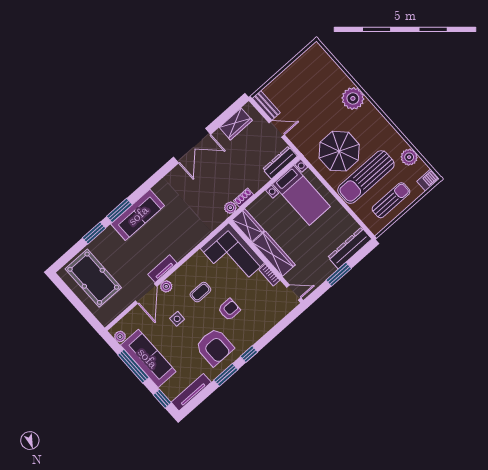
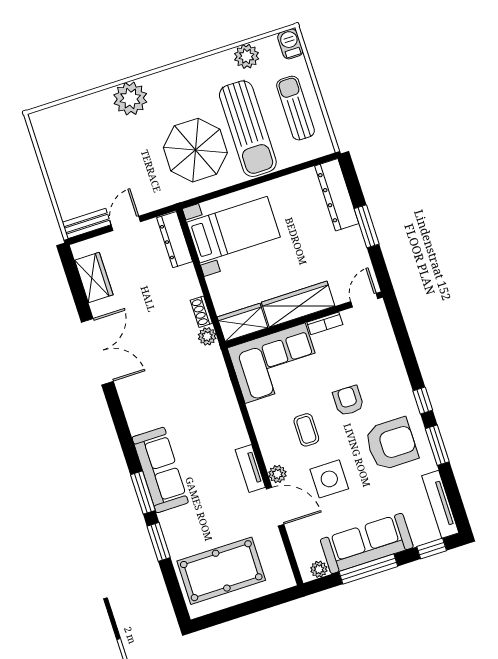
side table: (177, 319) -> (329, 479), width x1.87, depth x1.87

